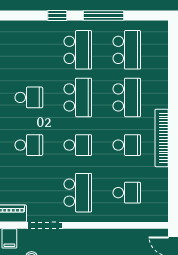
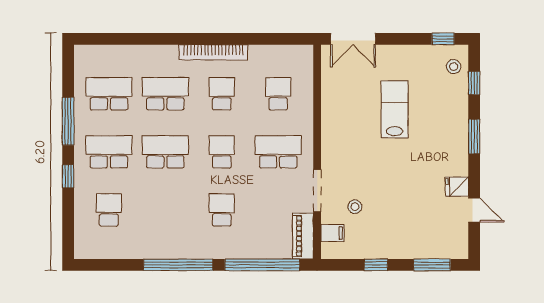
school desk: (29, 97) -> (109, 210), moved

